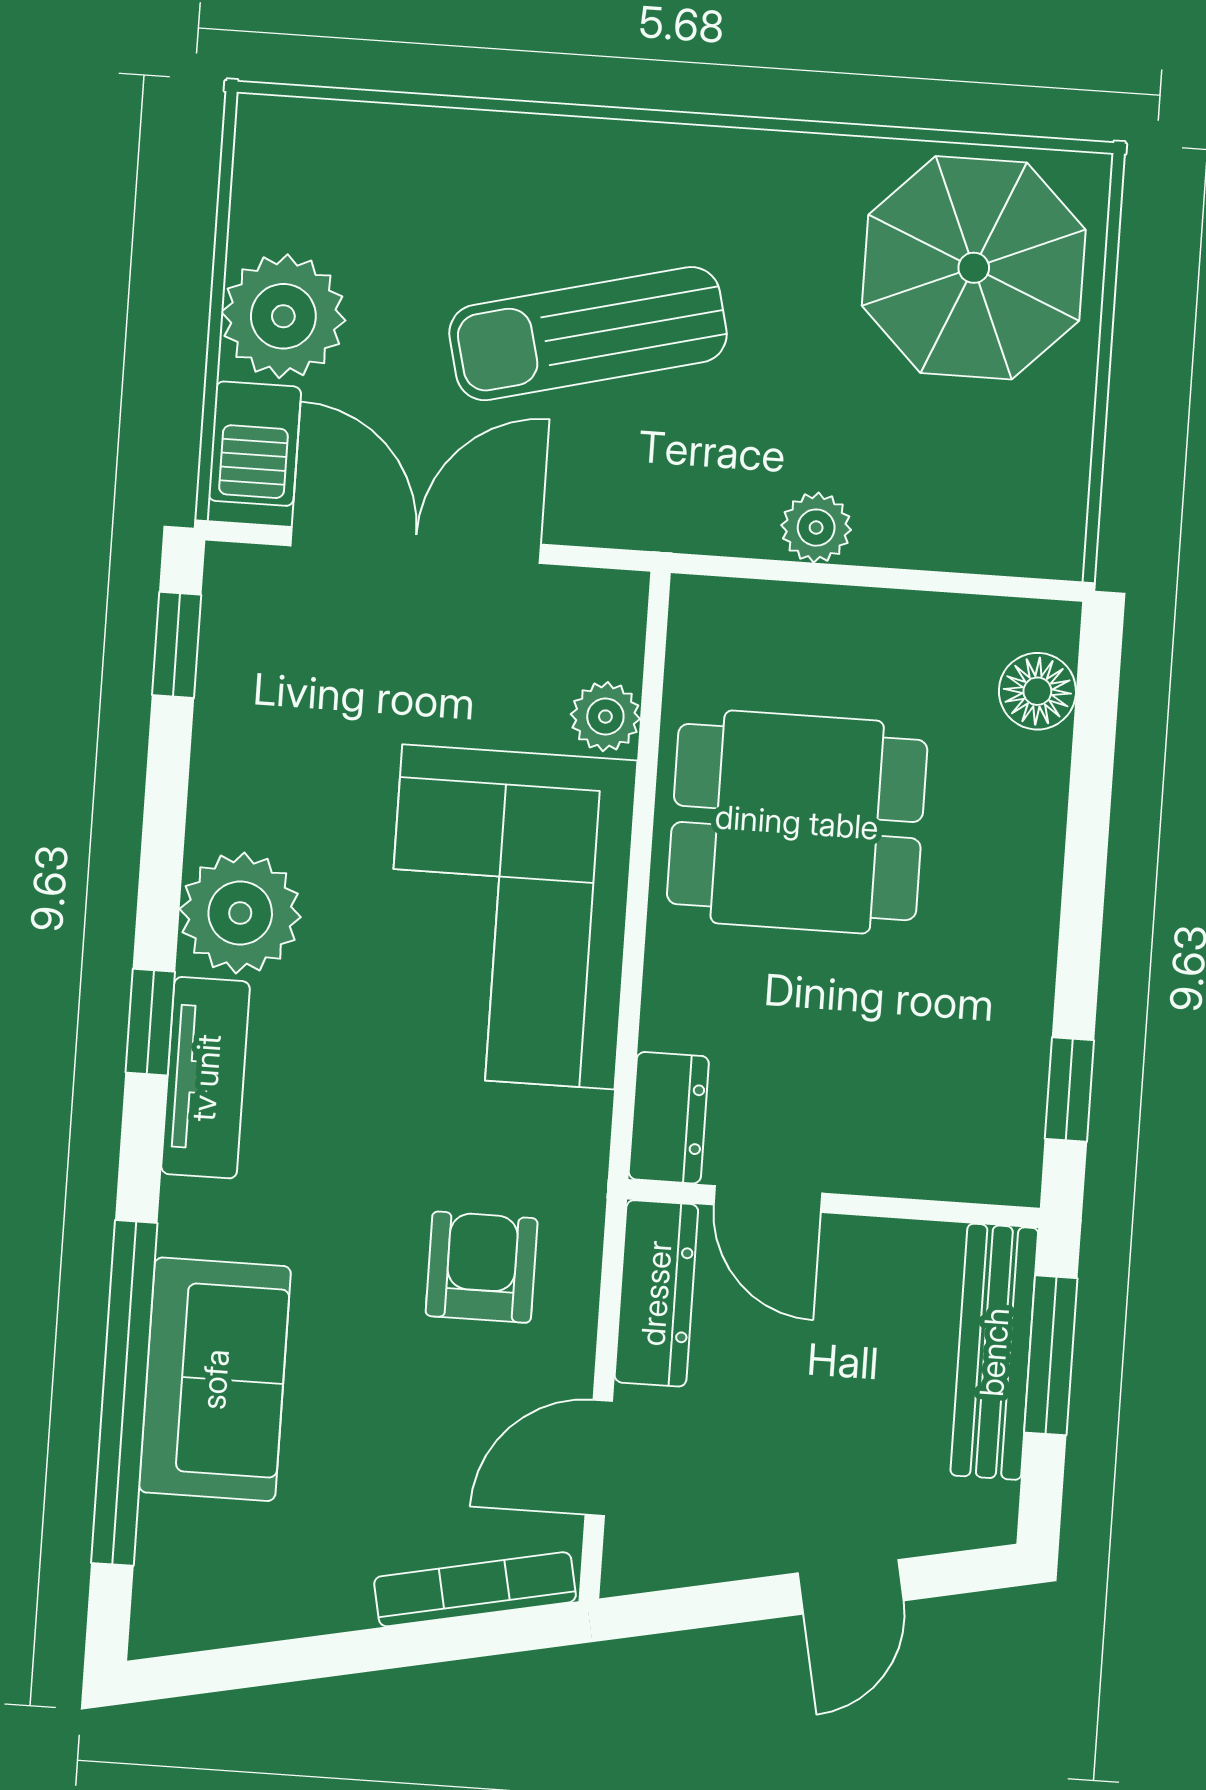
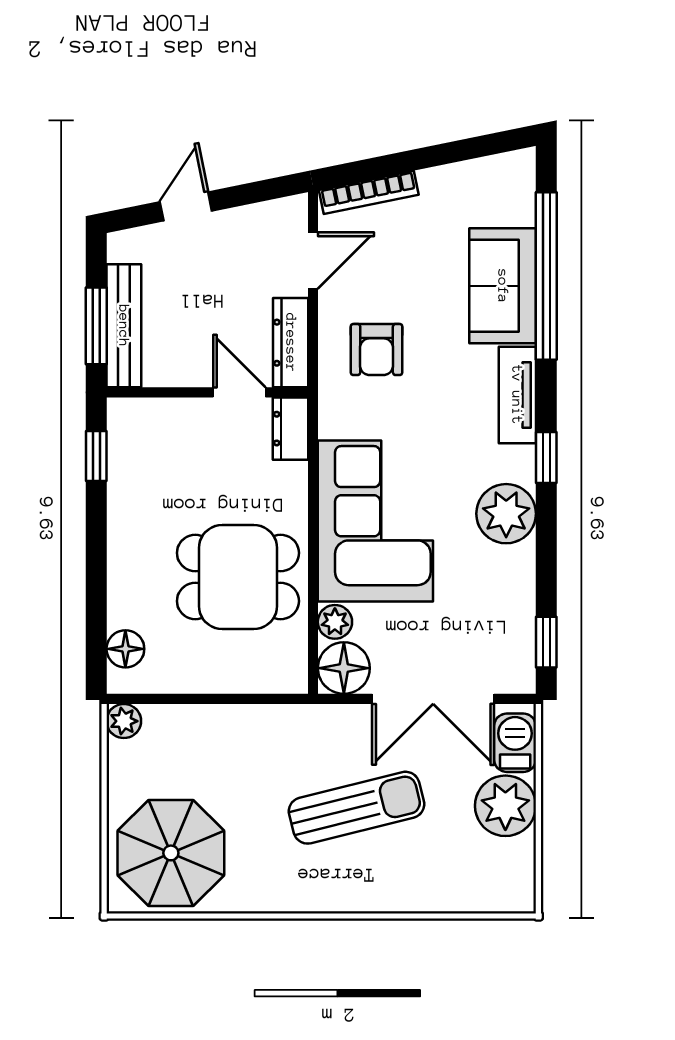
plant: (816, 528) -> (124, 721), moved
floor lamp: (594, 621) -> (344, 668), added
tv unit: (206, 1078) -> (517, 395), moved

